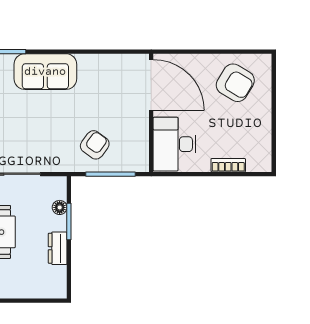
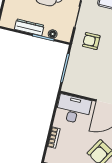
armchair: (95, 145) -> (91, 41), moved, turned 144
dresser: (58, 248) -> (29, 27), width x1.44

